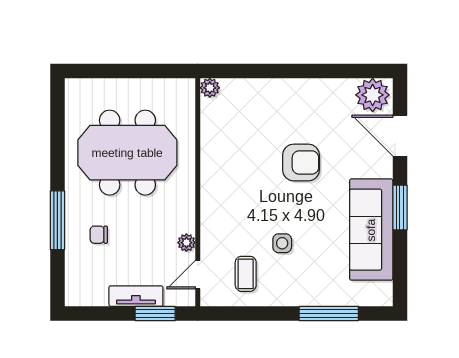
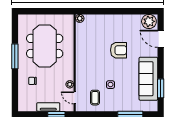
meeting table: (127, 153) -> (45, 46), turned 90
window: (400, 207) -> (161, 88), moved
window: (57, 220) -> (15, 56), moved
door: (198, 275) -> (75, 98), hinge flipped

